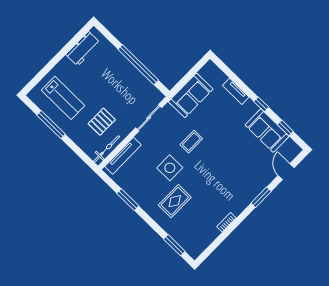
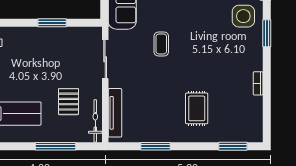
window: (138, 65) -> (52, 23), width x0.47
window: (51, 125) -> (55, 146), moved
side table: (170, 168) -> (243, 16), moved

